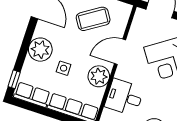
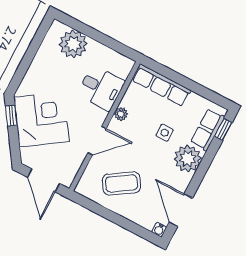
plant: (99, 76) -> (121, 114), width x0.53, depth x0.53
row of seats: (32, 95) -> (207, 130), moved, turned 90

